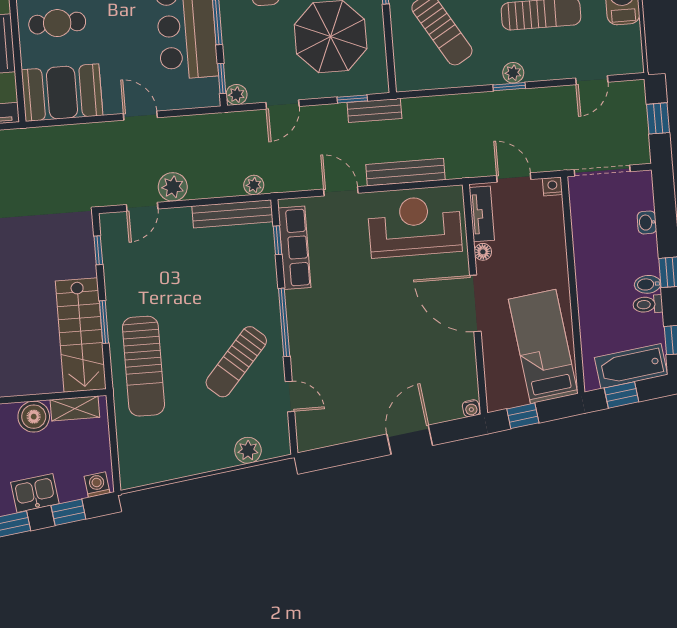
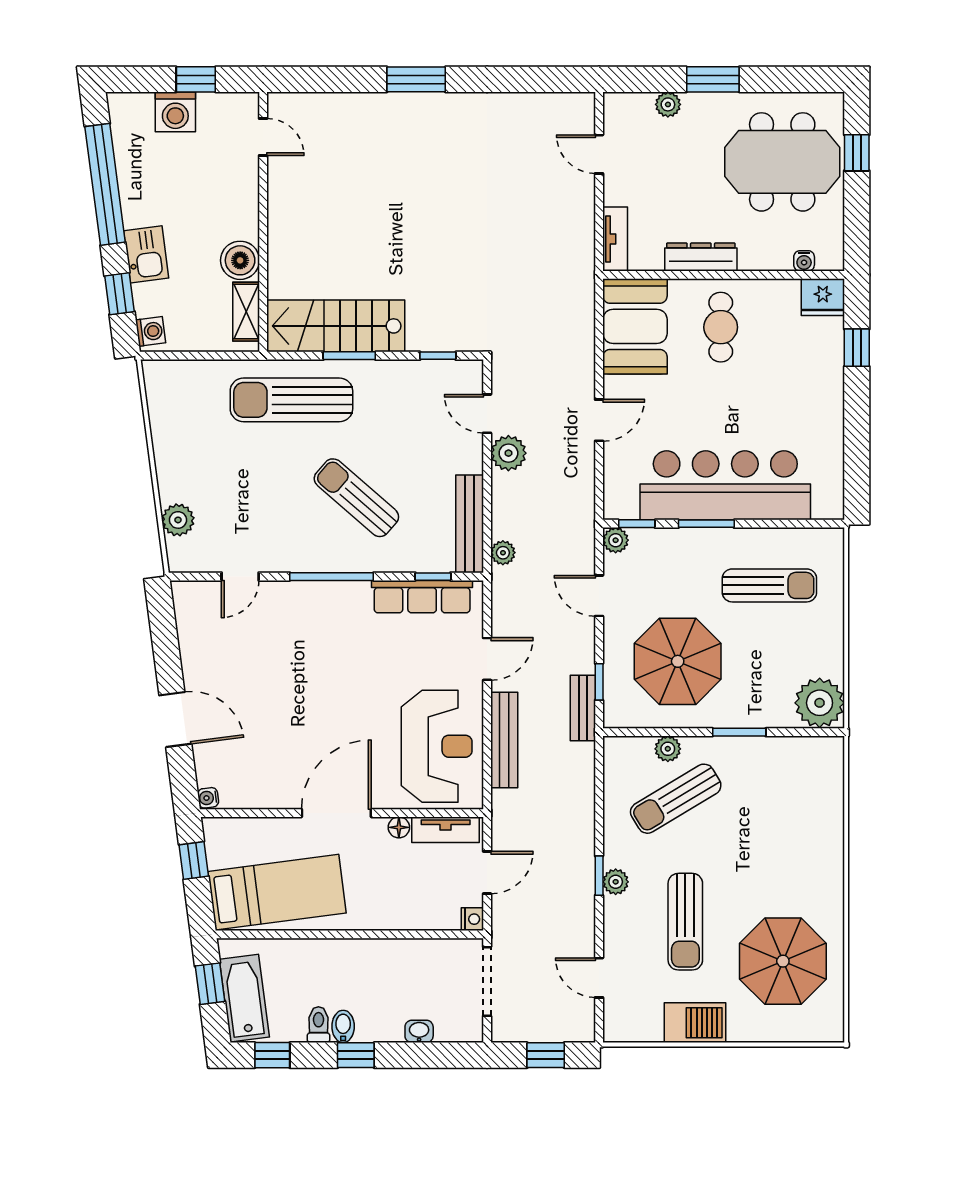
plant: (402, 39) -> (668, 749), added
sun lounger: (236, 362) -> (356, 498), moved

